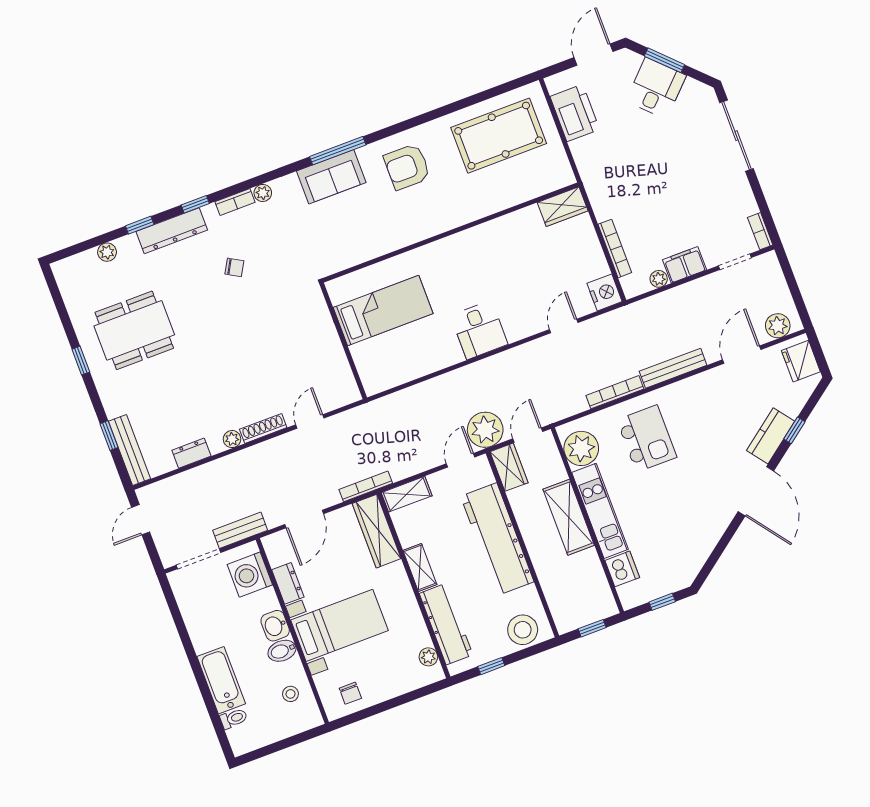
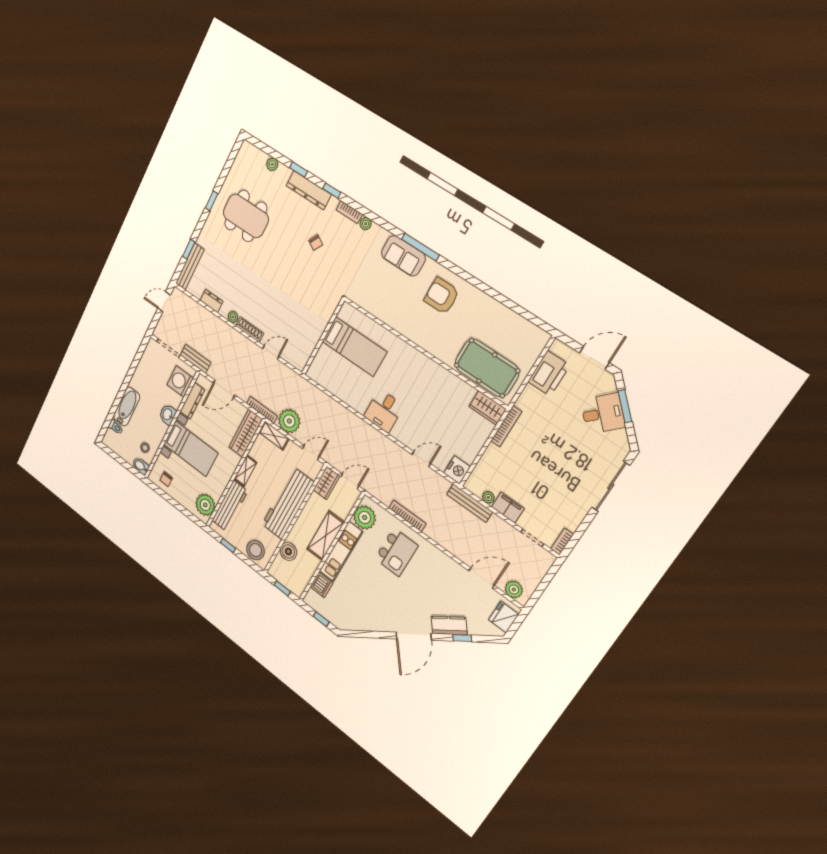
pool table: (499, 136) -> (487, 368), moved
bookcase: (615, 248) -> (506, 426), moved
bench: (673, 368) -> (470, 503), moved
plant: (485, 430) -> (289, 421), moved
dresser: (288, 583) -> (192, 401), width x1.44
boiler: (554, 584) -> (288, 551), added
bidet: (282, 651) -> (141, 466), moved
plant: (428, 657) -> (205, 505), width x1.87, depth x1.87

